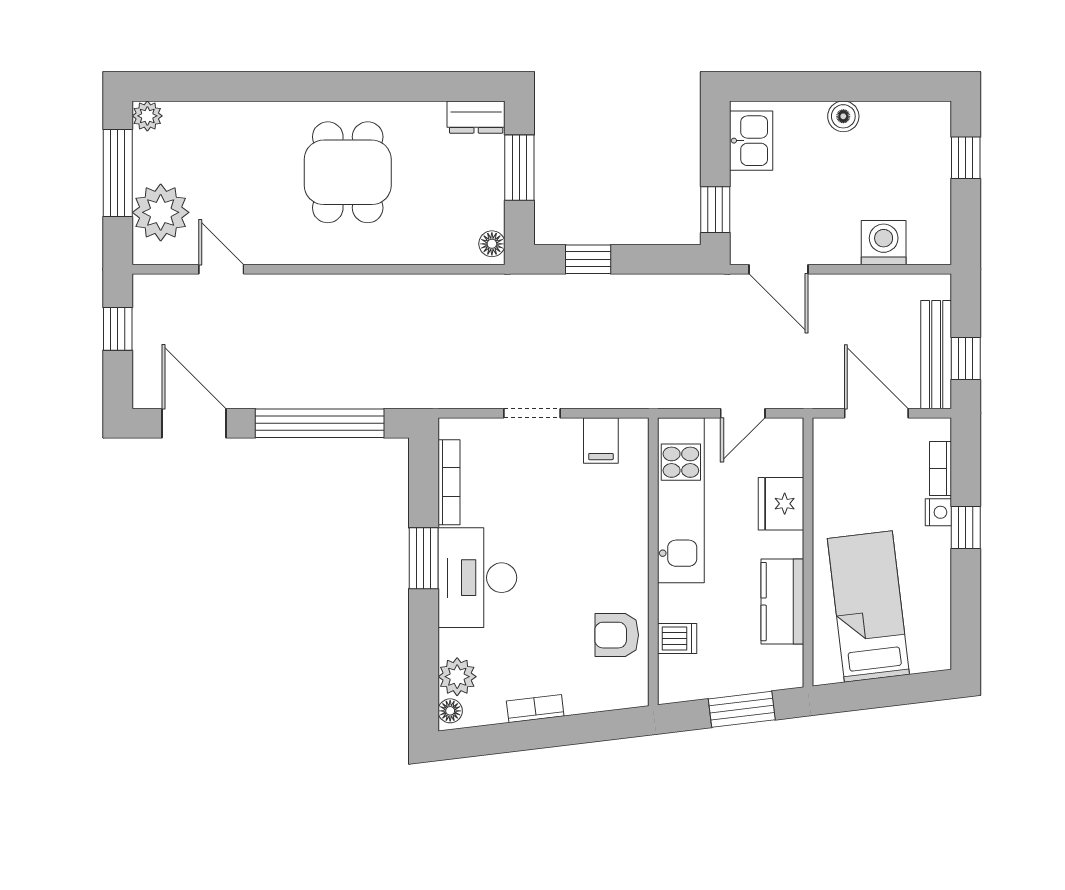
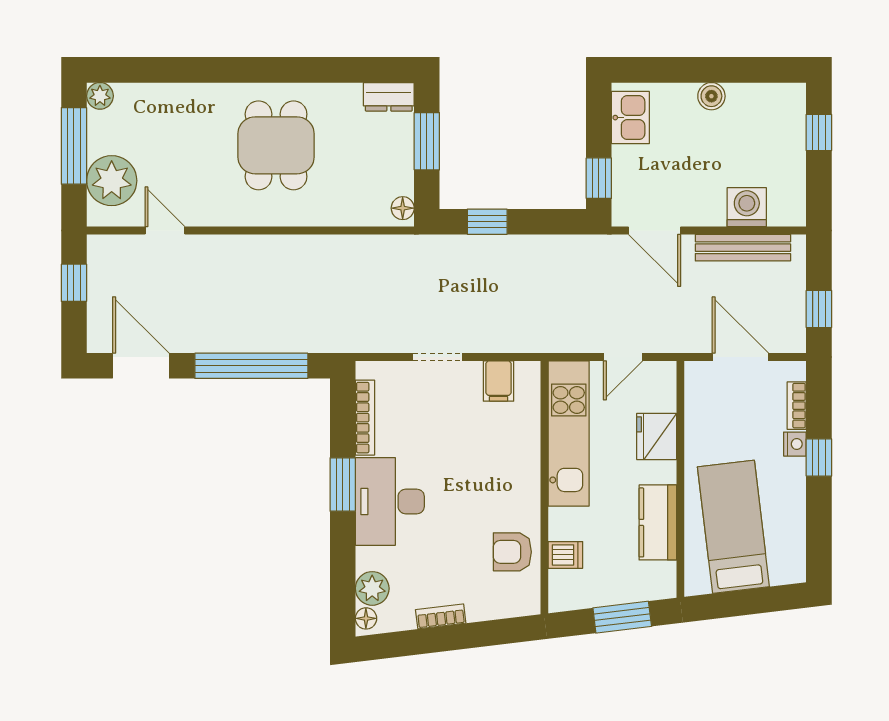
bench: (936, 355) -> (743, 248), moved, turned 90

